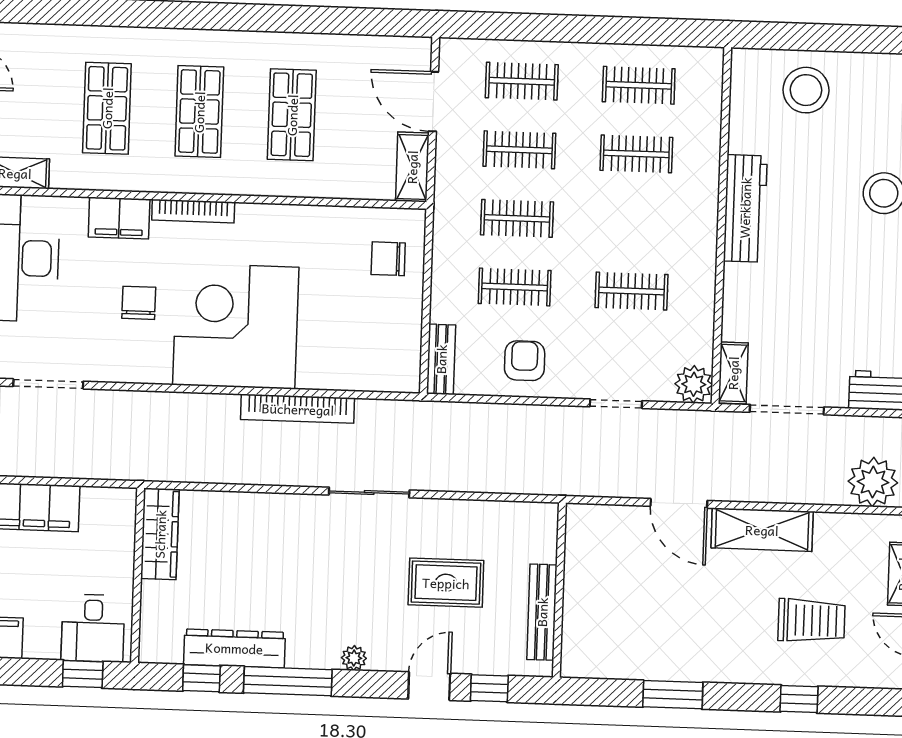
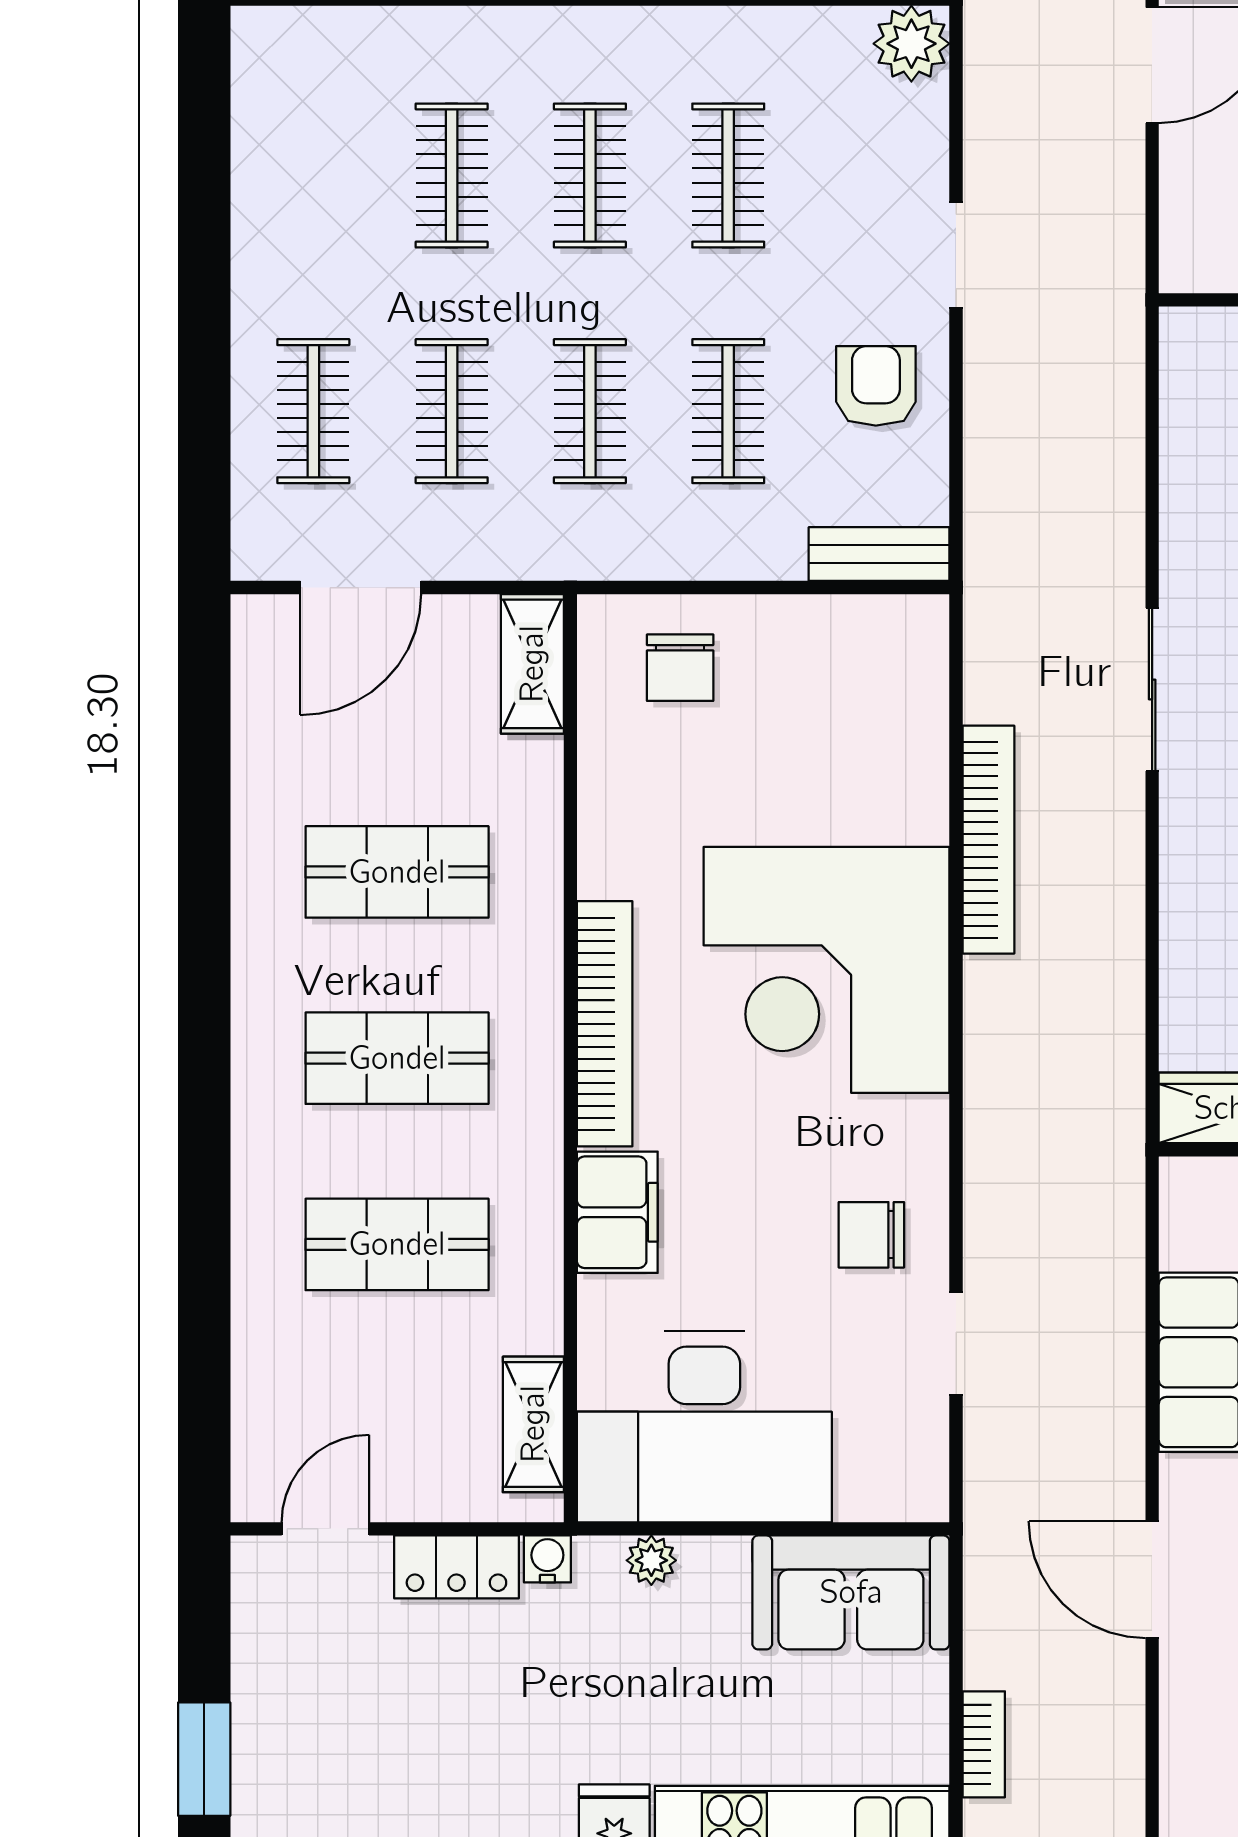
clothes rail: (639, 85) -> (590, 175), moved
shelving: (412, 167) -> (532, 664), moved, turned 90
bookcase: (193, 211) -> (605, 1024), width x1.48, depth x1.31
chair: (139, 303) -> (871, 1235), moved
armchair: (525, 361) -> (876, 386), turned 90
doorway: (48, 384) -> (956, 1343), width x0.73
doorway: (616, 404) -> (956, 255), moved

